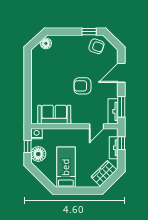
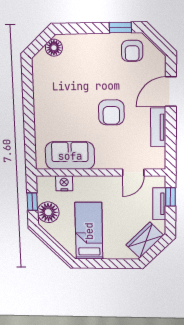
armchair: (96, 46) -> (132, 51), turned 71
armchair: (82, 86) -> (111, 112), turned -90
window: (121, 107) -> (171, 143), removed
tv unit: (113, 111) -> (158, 127), moved
nightstand: (37, 134) -> (64, 183), moved

